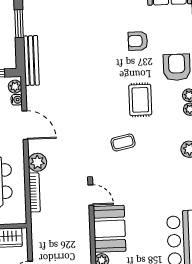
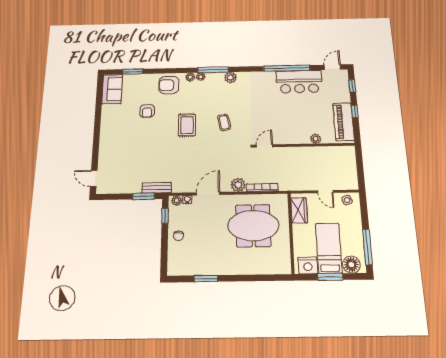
window: (19, 24) -> (143, 196), moved
bench: (31, 61) -> (157, 188), width x0.73
rug: (140, 100) -> (187, 125), moved, turned 90
booth: (109, 229) -> (291, 133), removed

